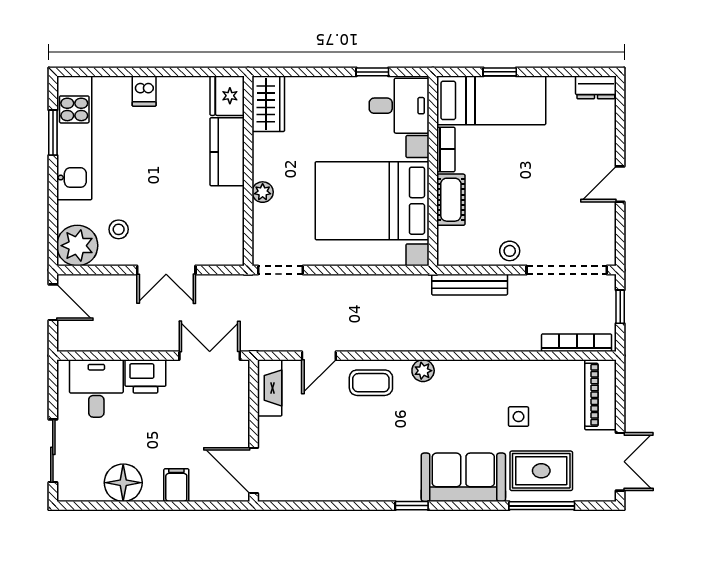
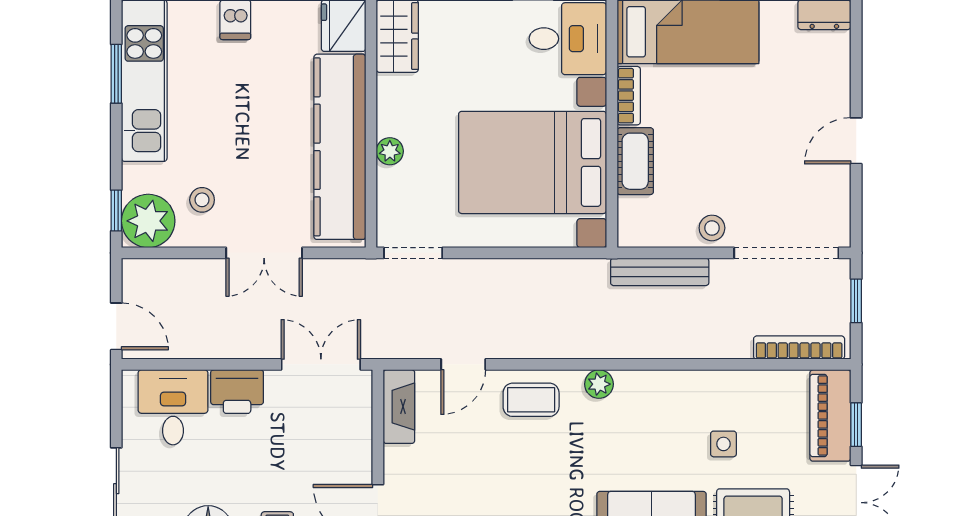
kitchen counter: (227, 152) -> (340, 147), width x2.08, depth x1.17
window: (53, 238) -> (116, 211), added
door: (53, 302) -> (116, 326), moved
window: (620, 402) -> (856, 425), added

